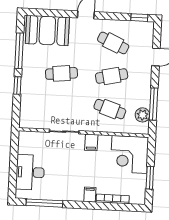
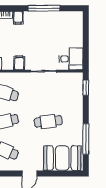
window: (17, 85) -> (86, 88), moved
desk: (30, 172) -> (71, 59), moved, width x0.73
window: (44, 203) -> (44, 8), moved

